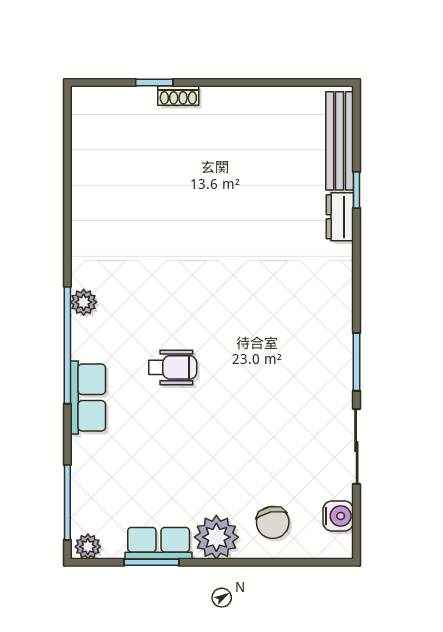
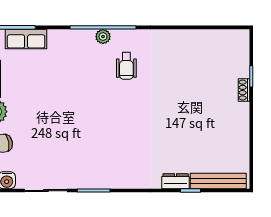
plant: (84, 302) -> (103, 37), moved
wheelchair: (173, 367) -> (126, 66), moved
row of seats: (88, 397) -> (26, 39), moved

